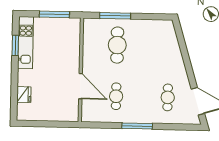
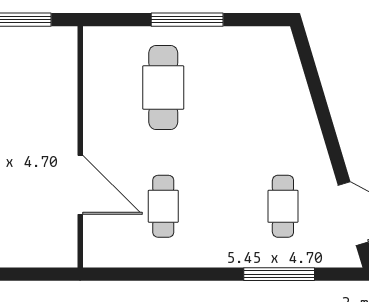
window: (115, 16) -> (187, 20), moved
window: (137, 126) -> (279, 274), moved

